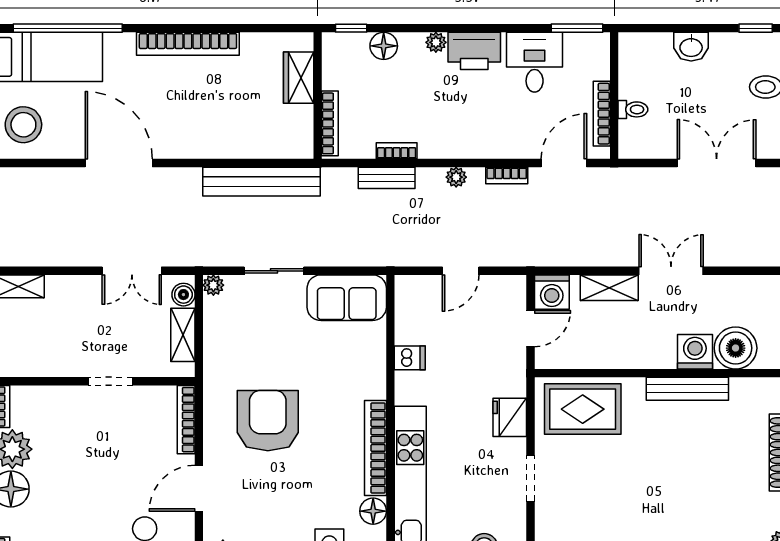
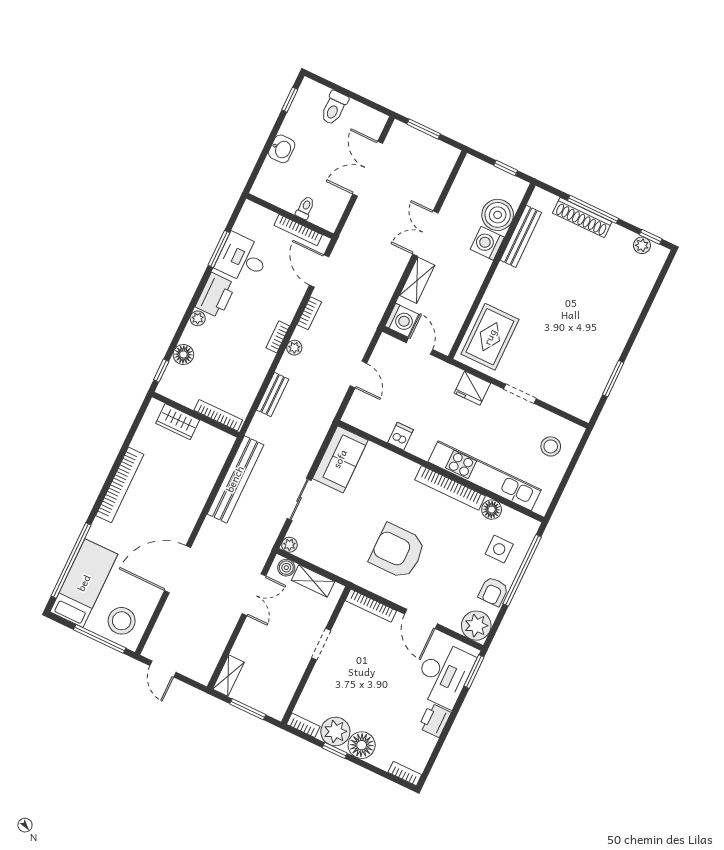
window: (577, 28) -> (219, 249), moved
bookcase: (397, 151) -> (278, 337), moved
bench: (687, 389) -> (521, 236), moved

